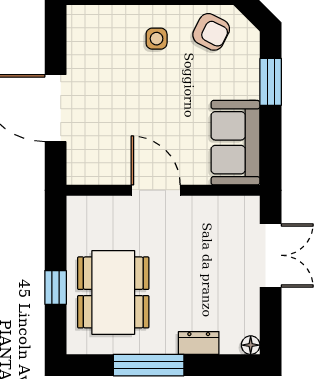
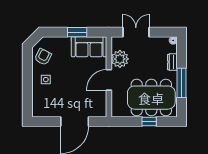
window: (271, 82) -> (77, 32), moved
plant: (206, 217) -> (120, 59), added
dining table: (113, 292) -> (151, 98), width x1.36, depth x1.24

